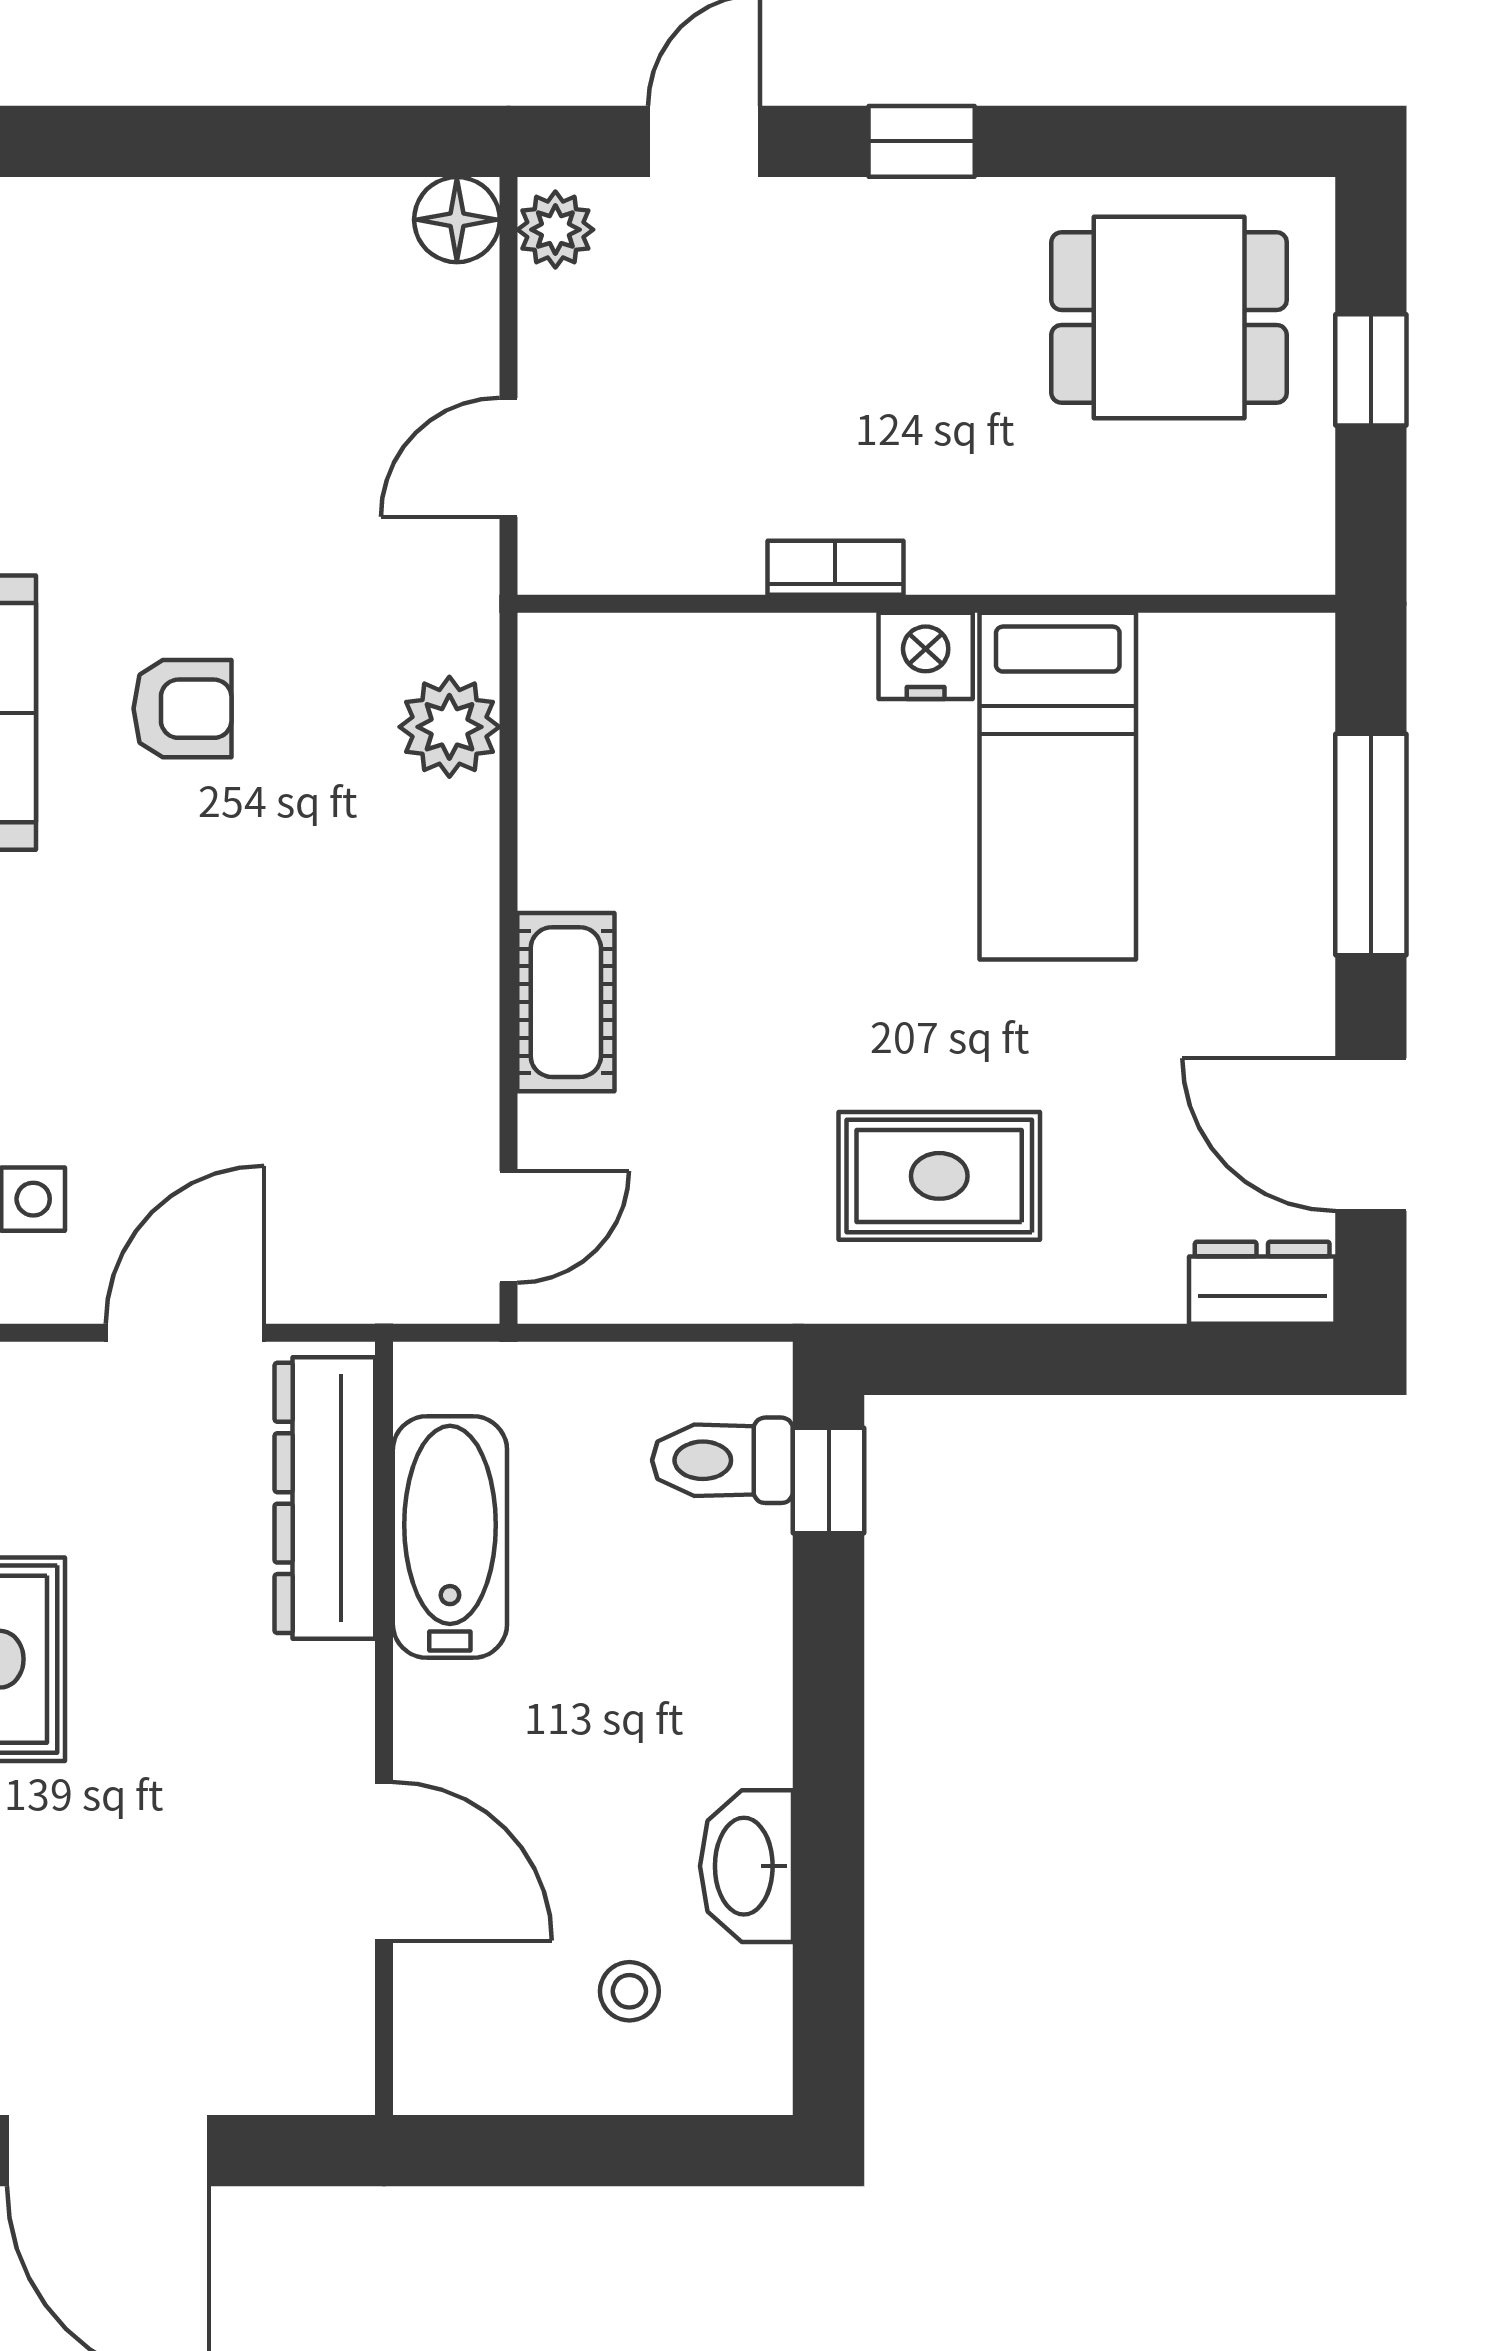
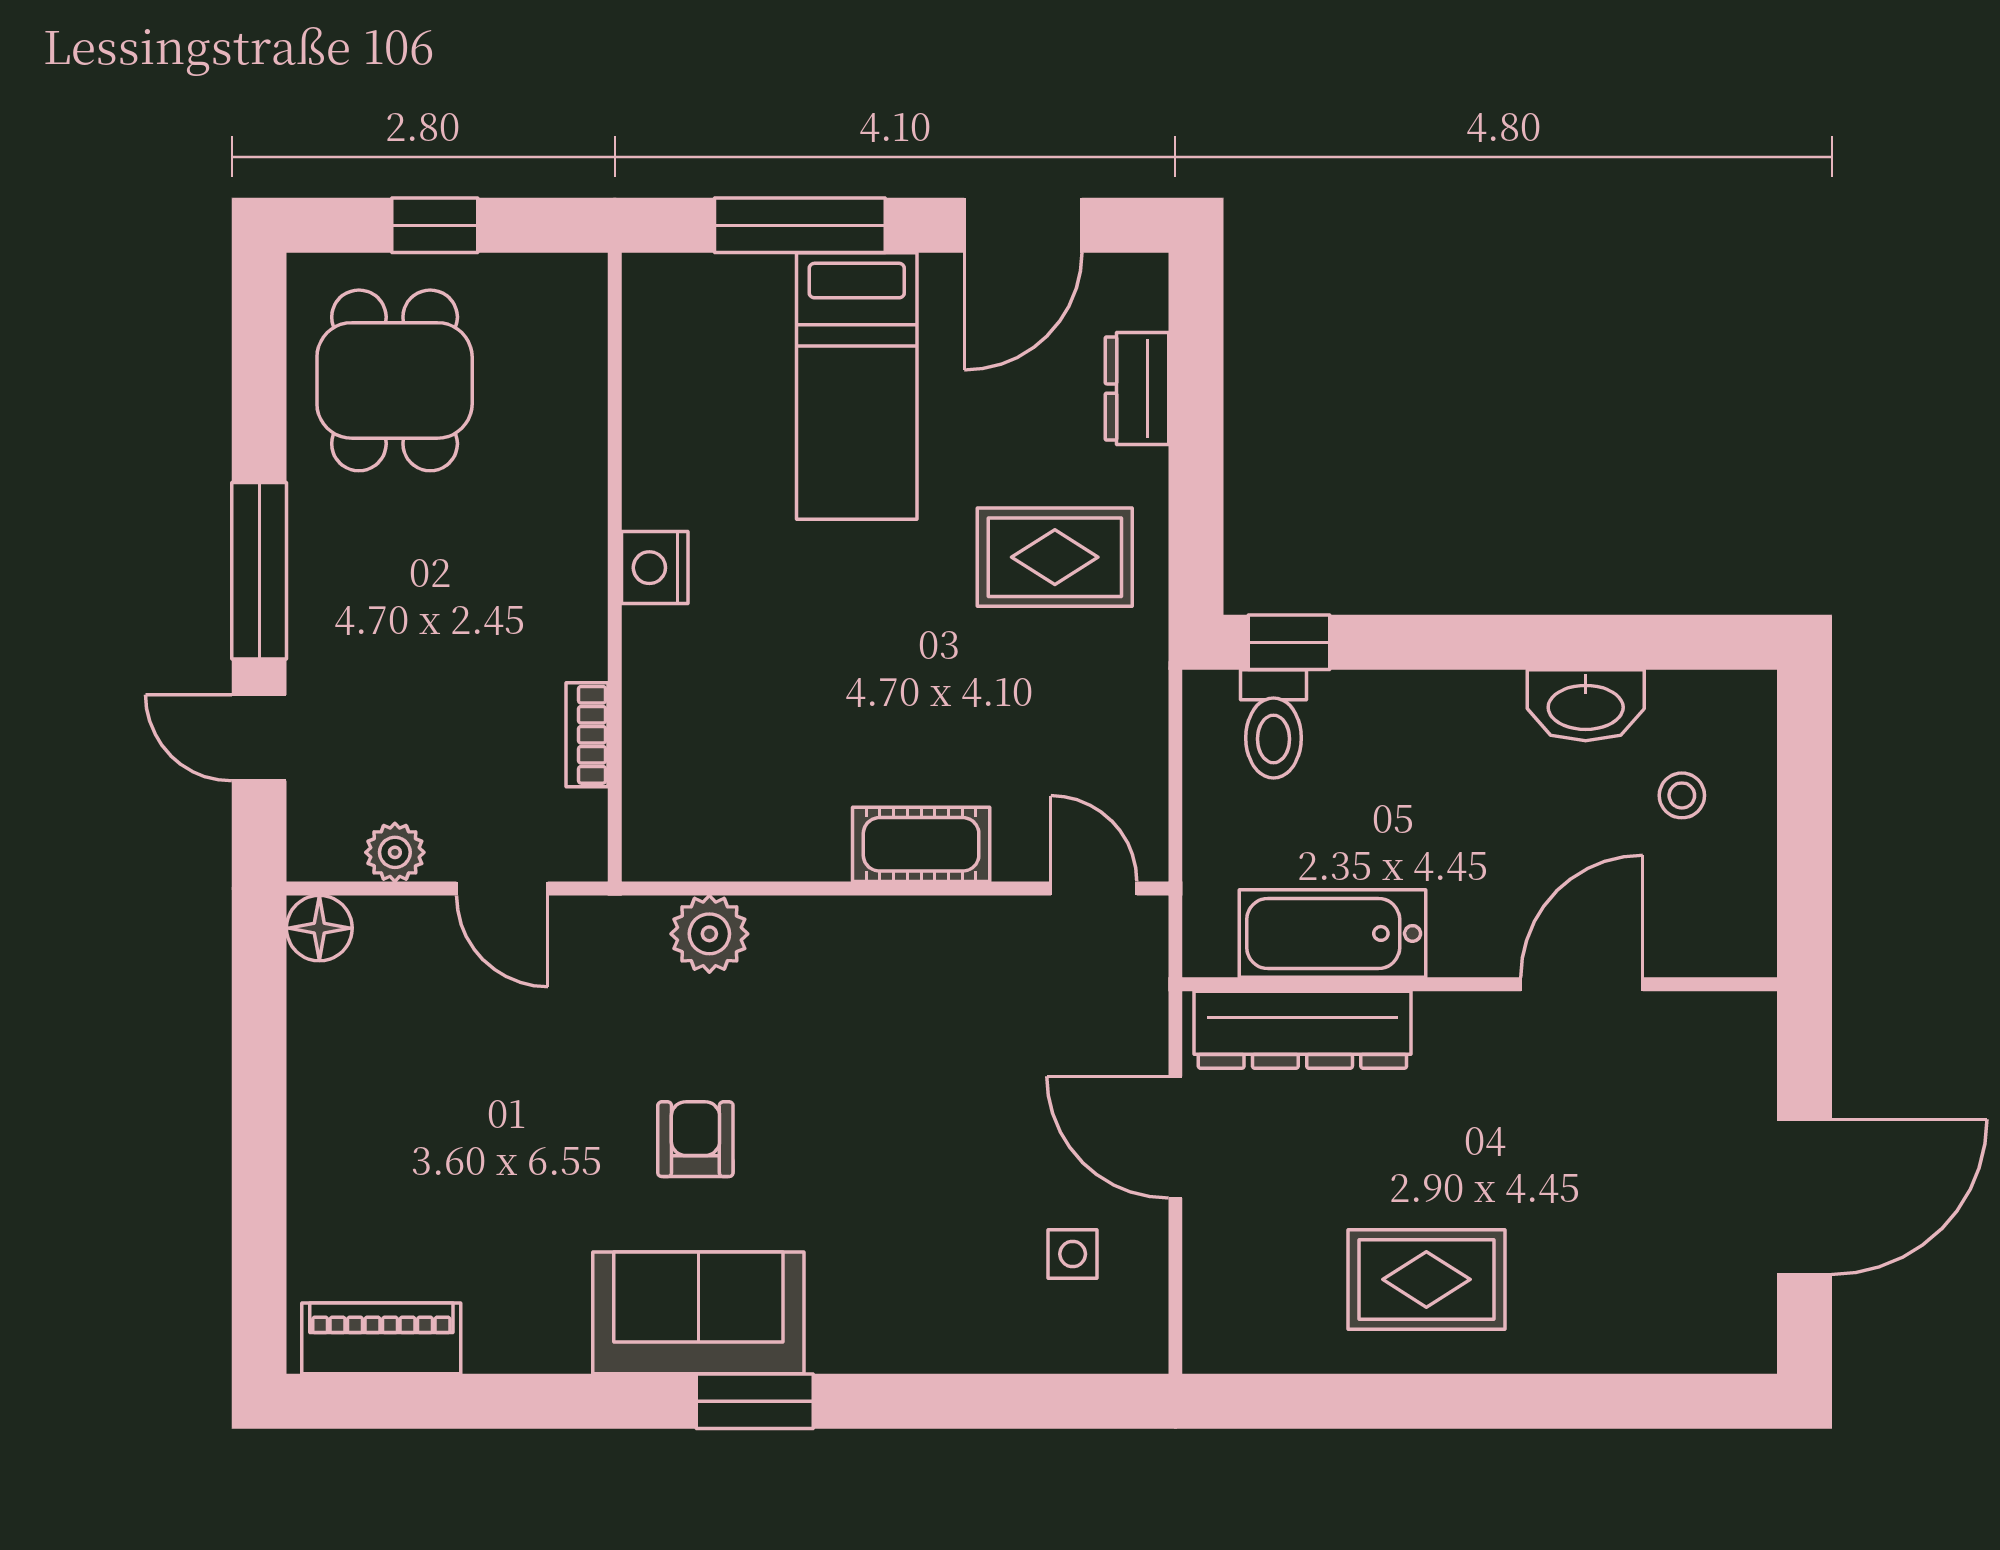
window: (922, 141) -> (259, 571), width x2.17
plant: (555, 230) -> (395, 852), moved
bookcase: (835, 568) -> (587, 735), moved
bed: (1058, 786) -> (857, 386), moved, turned 90
rug: (939, 1176) -> (1055, 557), turned 90
dresser: (1262, 1283) -> (1137, 389), moved

